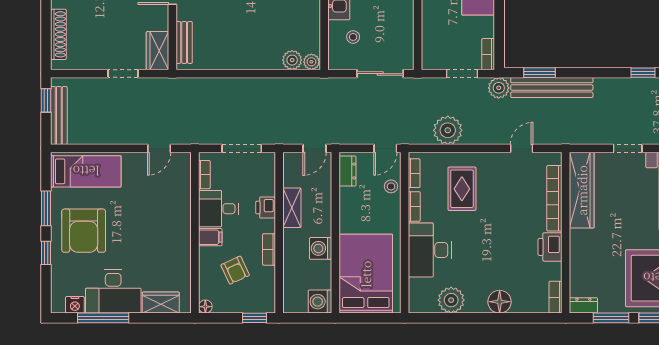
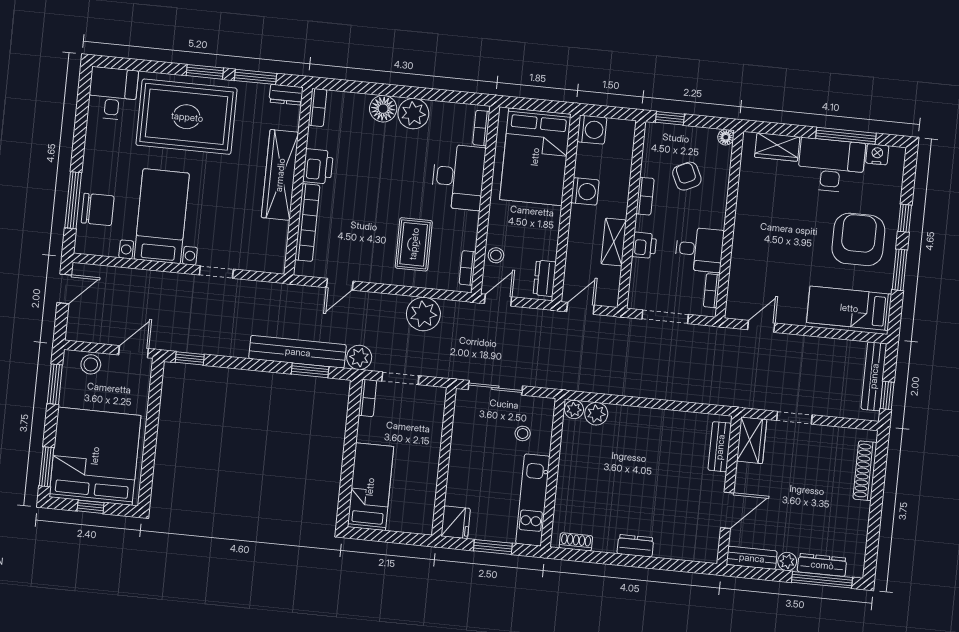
wardrobe: (582, 190) -> (280, 175), moved
bookcase: (414, 206) -> (481, 128), moved
filing cabinet: (210, 237) -> (712, 217), removed
plant: (451, 300) -> (413, 114), moved

